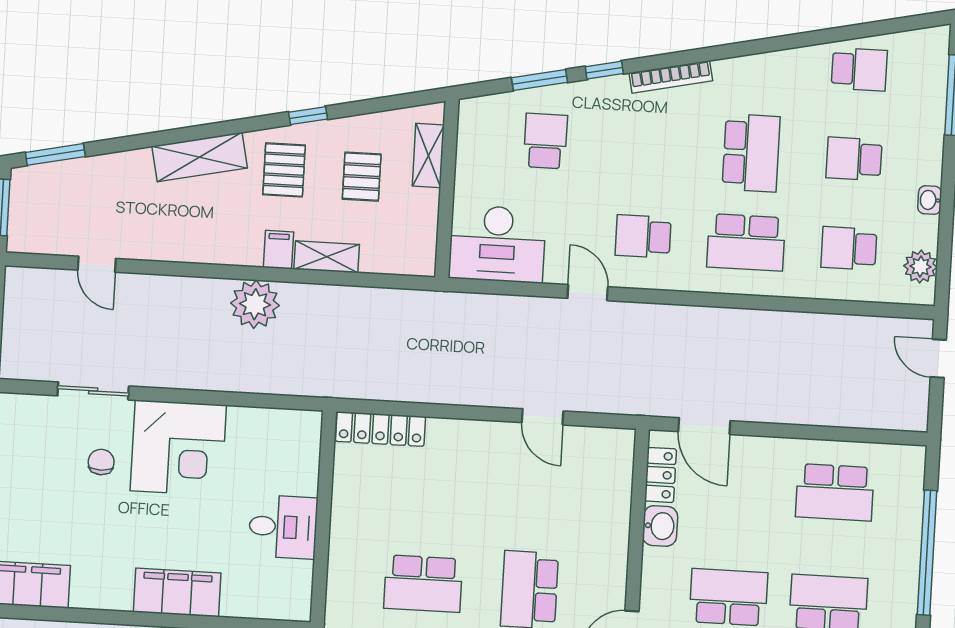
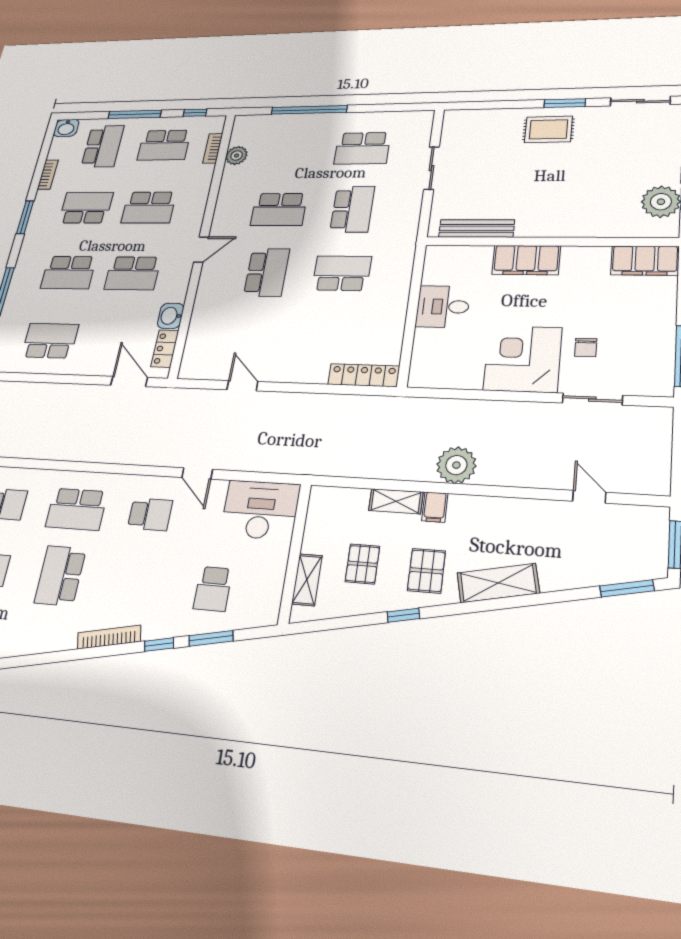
school desk: (746, 242) -> (77, 509), turned 180

